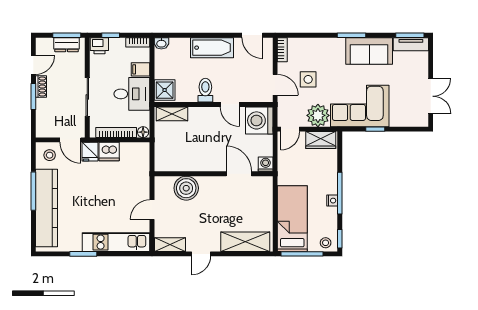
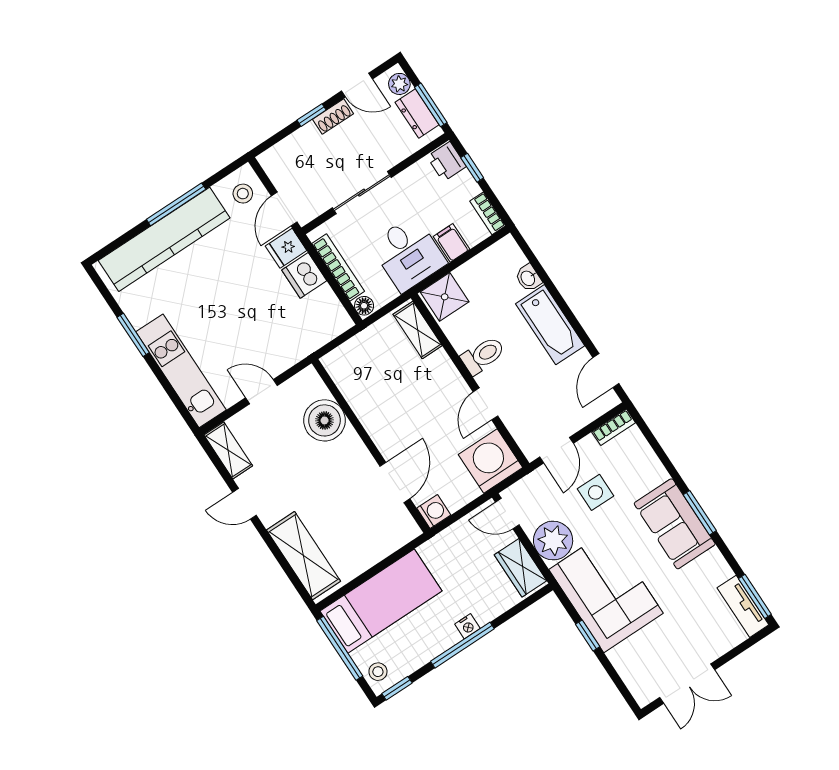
washbasin: (161, 43) -> (528, 278), moved
plant: (46, 44) -> (399, 84), added
sofa: (369, 51) -> (675, 524), moved
window: (33, 97) -> (311, 115), width x0.67
nightstand: (332, 201) -> (467, 626), moved

